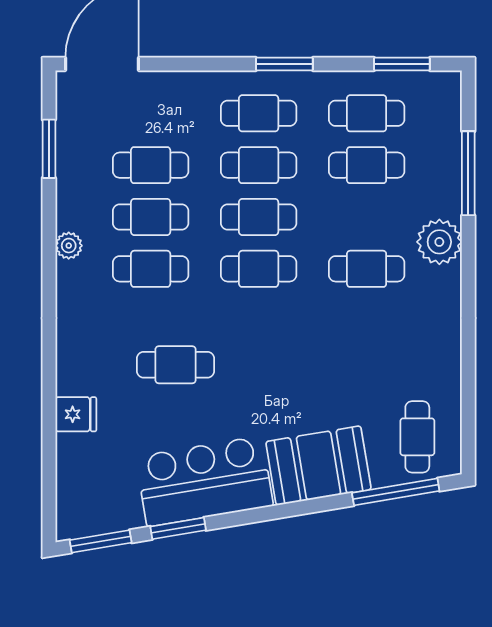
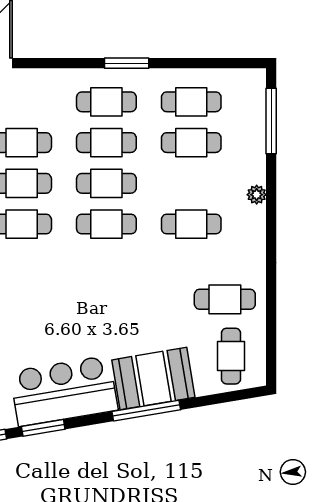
window: (402, 64) -> (219, 63), removed
window: (468, 173) -> (271, 121), moved
plant: (439, 242) -> (257, 195), width x0.53, depth x0.53
cafe table: (176, 365) -> (225, 299), moved
window: (396, 492) -> (146, 411), moved

